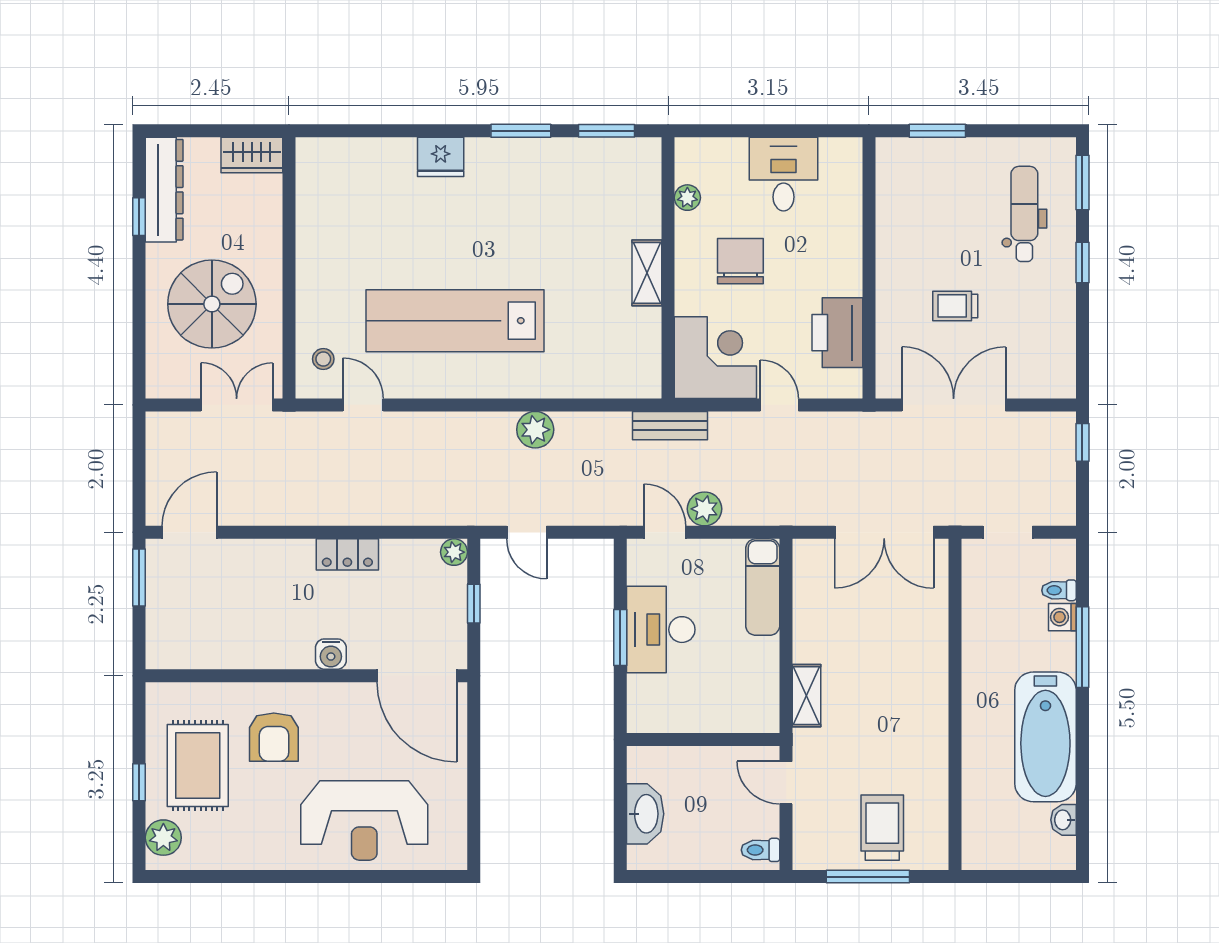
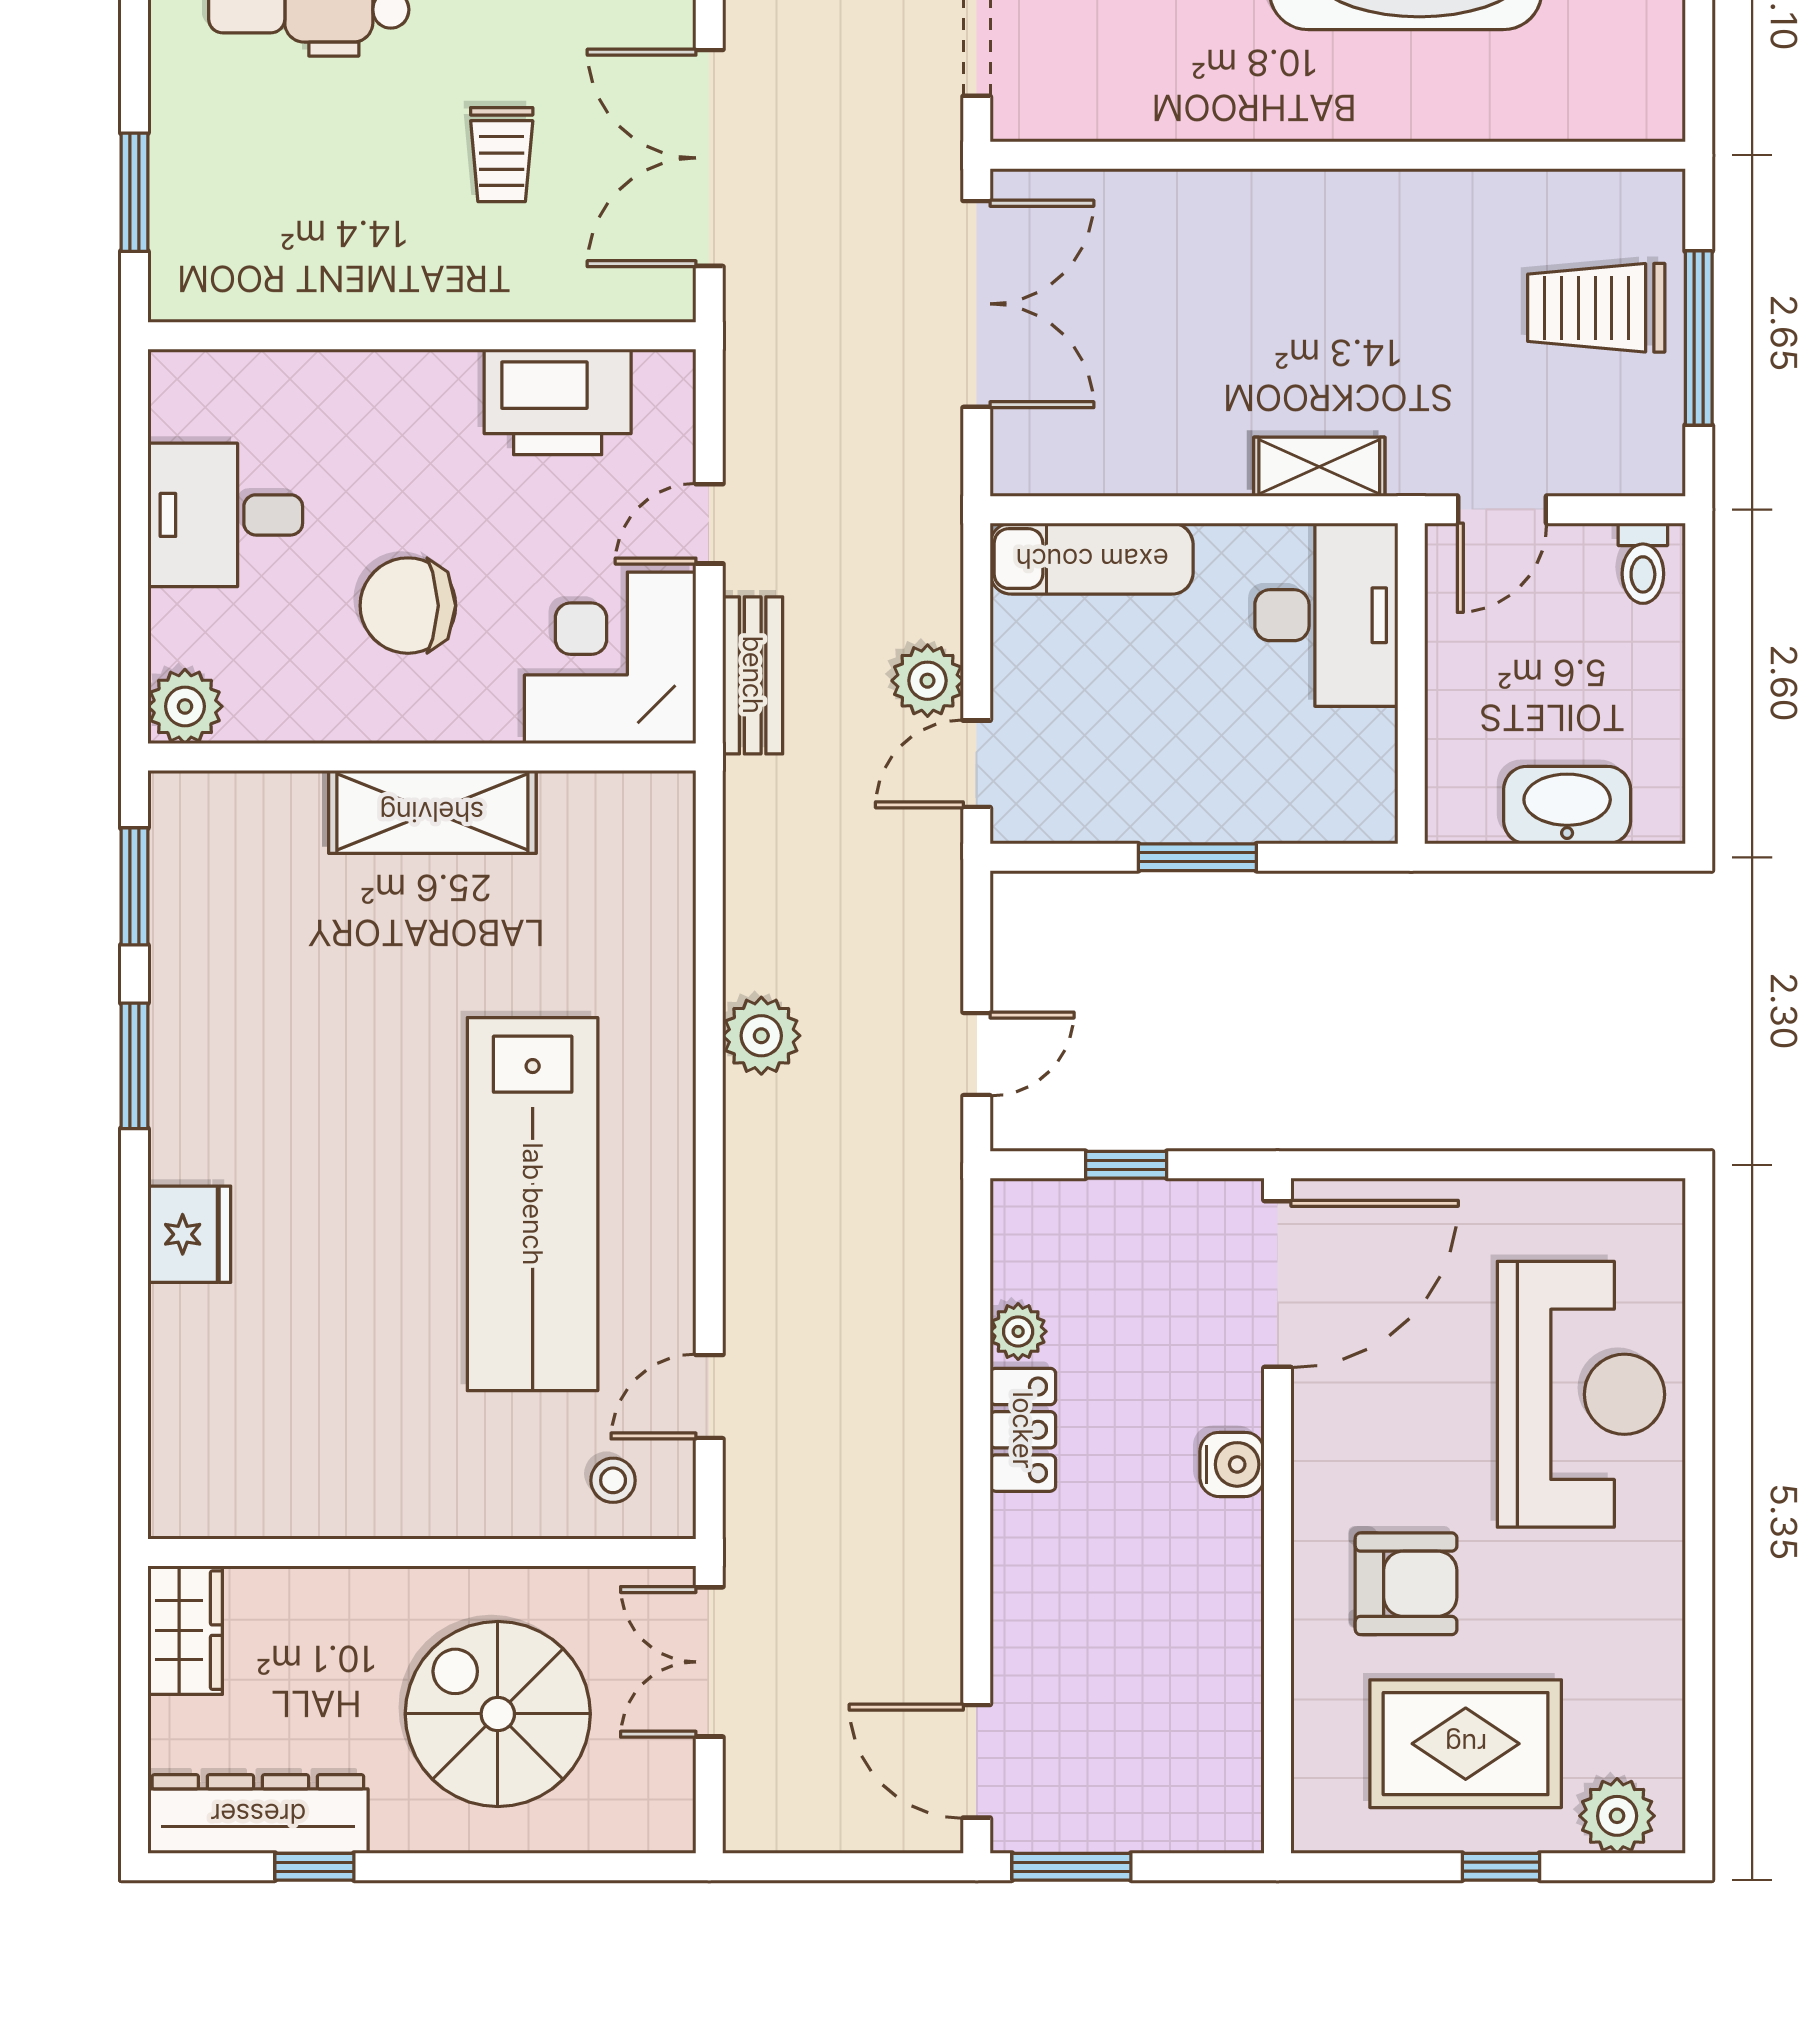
plant: (687, 198) -> (185, 706), moved, width x1.38, depth x1.38
shelving: (647, 273) -> (432, 812), width x1.50, depth x1.33
bench: (670, 426) -> (753, 675), moved
plant: (454, 552) -> (1018, 1331), moved
desk: (661, 630) -> (1326, 615), moved, turned -90

